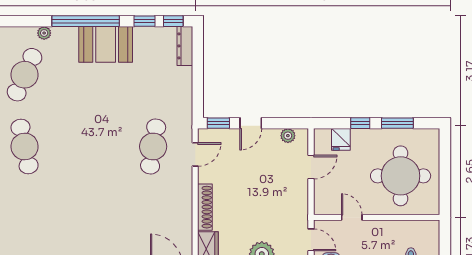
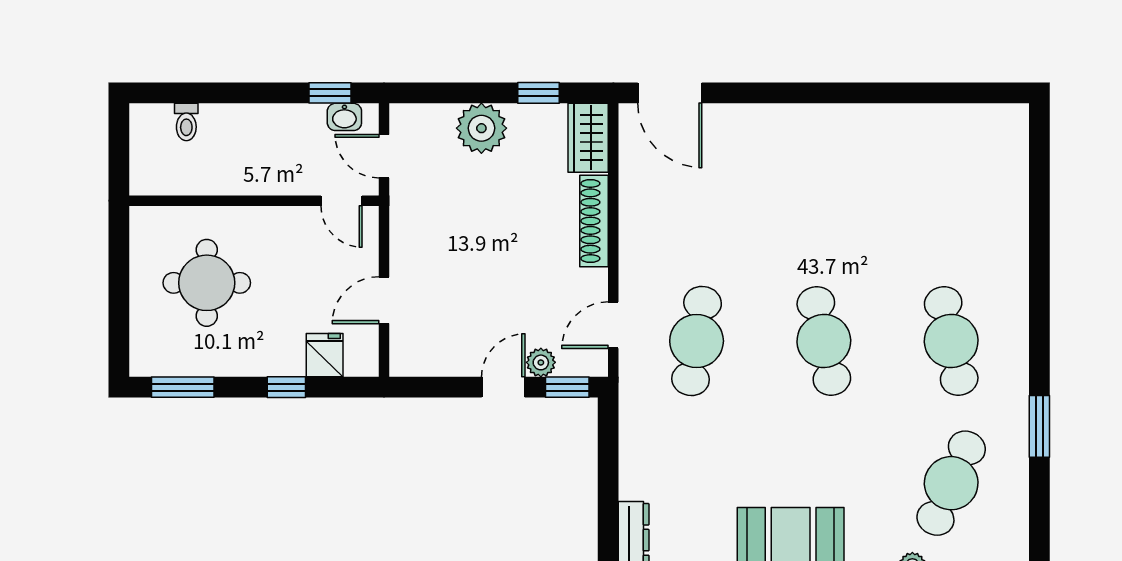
window: (397, 123) -> (183, 387), moved
plant: (288, 136) -> (541, 362), moved
cafe table: (89, 147) -> (824, 341), added
round table: (401, 176) -> (207, 283), width x0.73, depth x0.73
door: (352, 217) -> (342, 201), moved

